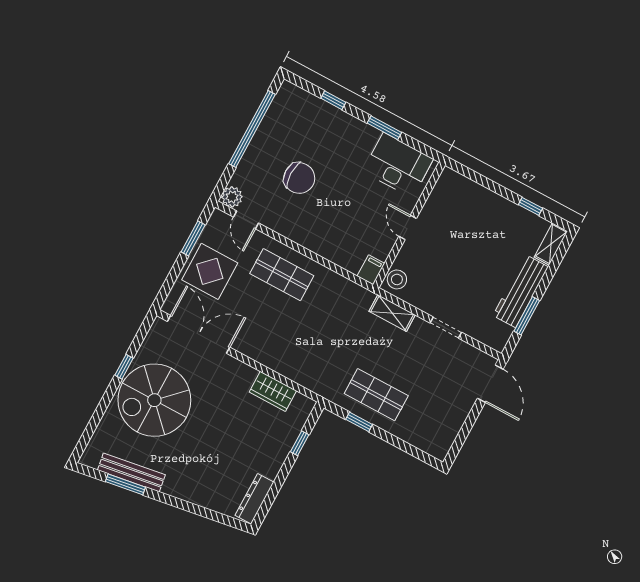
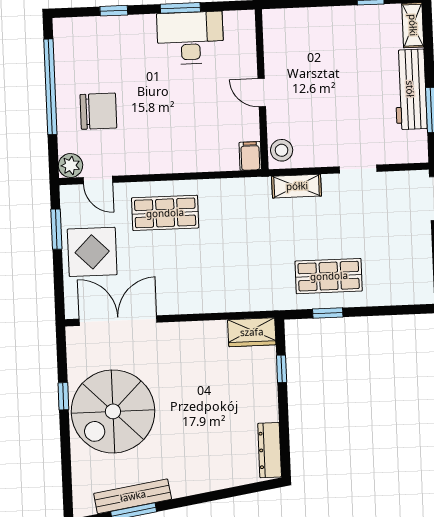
desk: (398, 165) -> (190, 38), moved
chair: (299, 178) -> (98, 111), moved
wardrobe: (273, 391) -> (252, 332), moved

